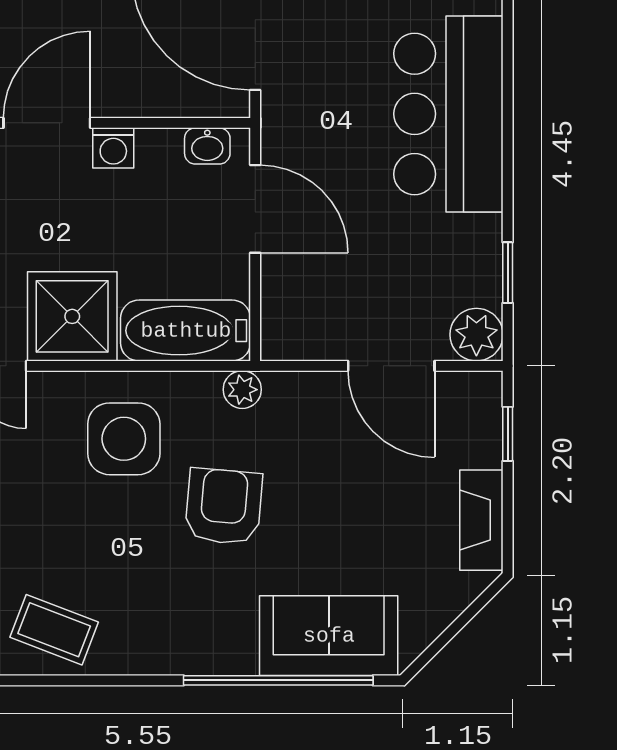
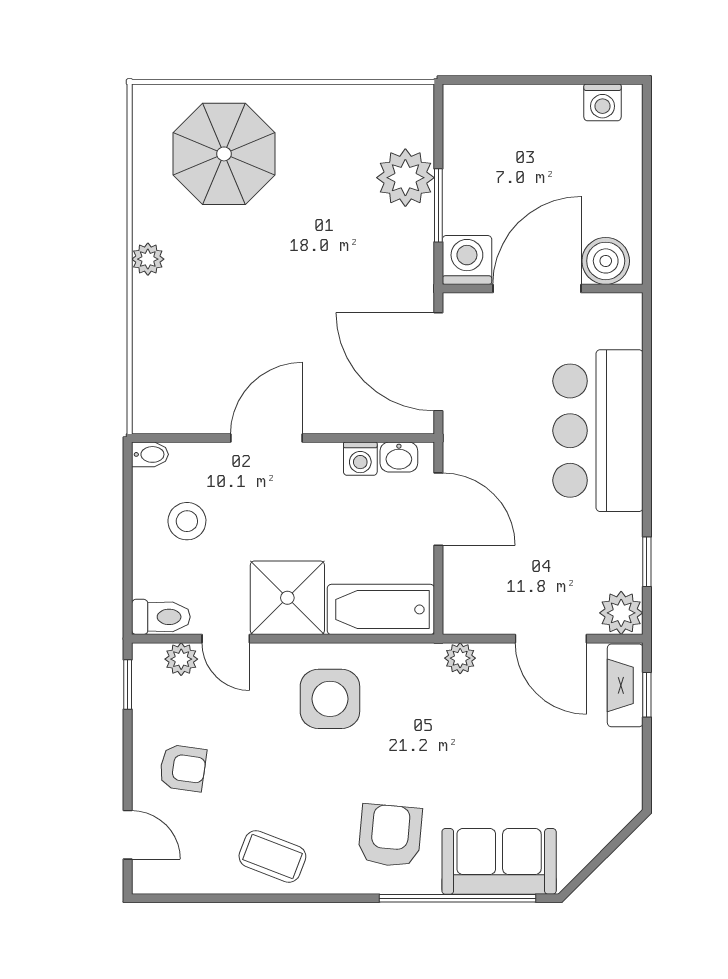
washing machine: (113, 148) -> (360, 459), moved
plant: (242, 390) -> (460, 658), moved
armchair: (224, 506) -> (390, 836), moved
fireplace: (481, 520) -> (625, 685), moved

